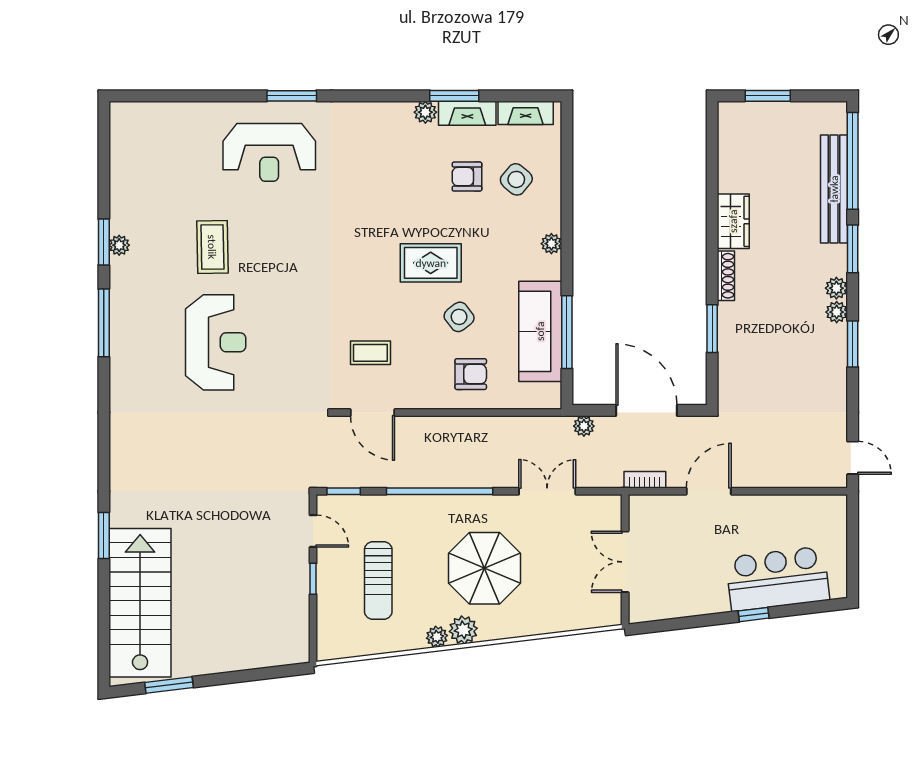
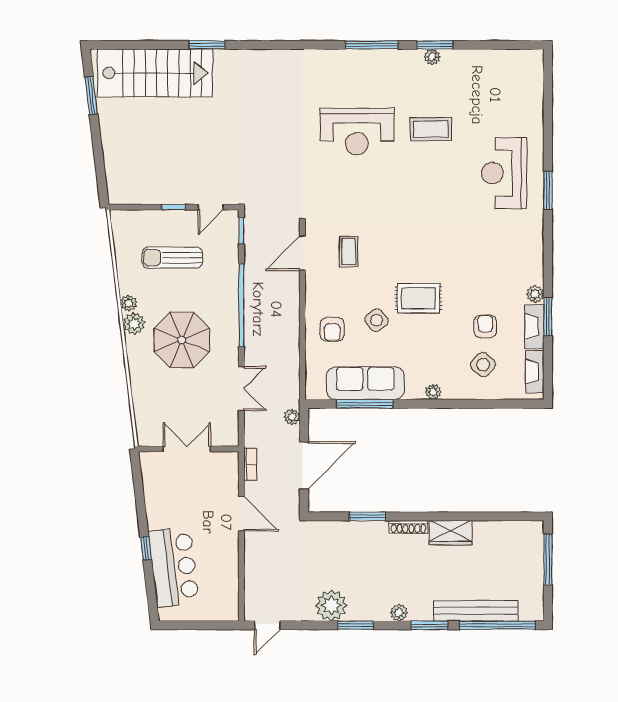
window: (768, 96) -> (548, 559), width x1.44
rug: (431, 263) -> (418, 298), turned 90
plant: (837, 312) -> (331, 606), moved, width x1.88, depth x1.88

